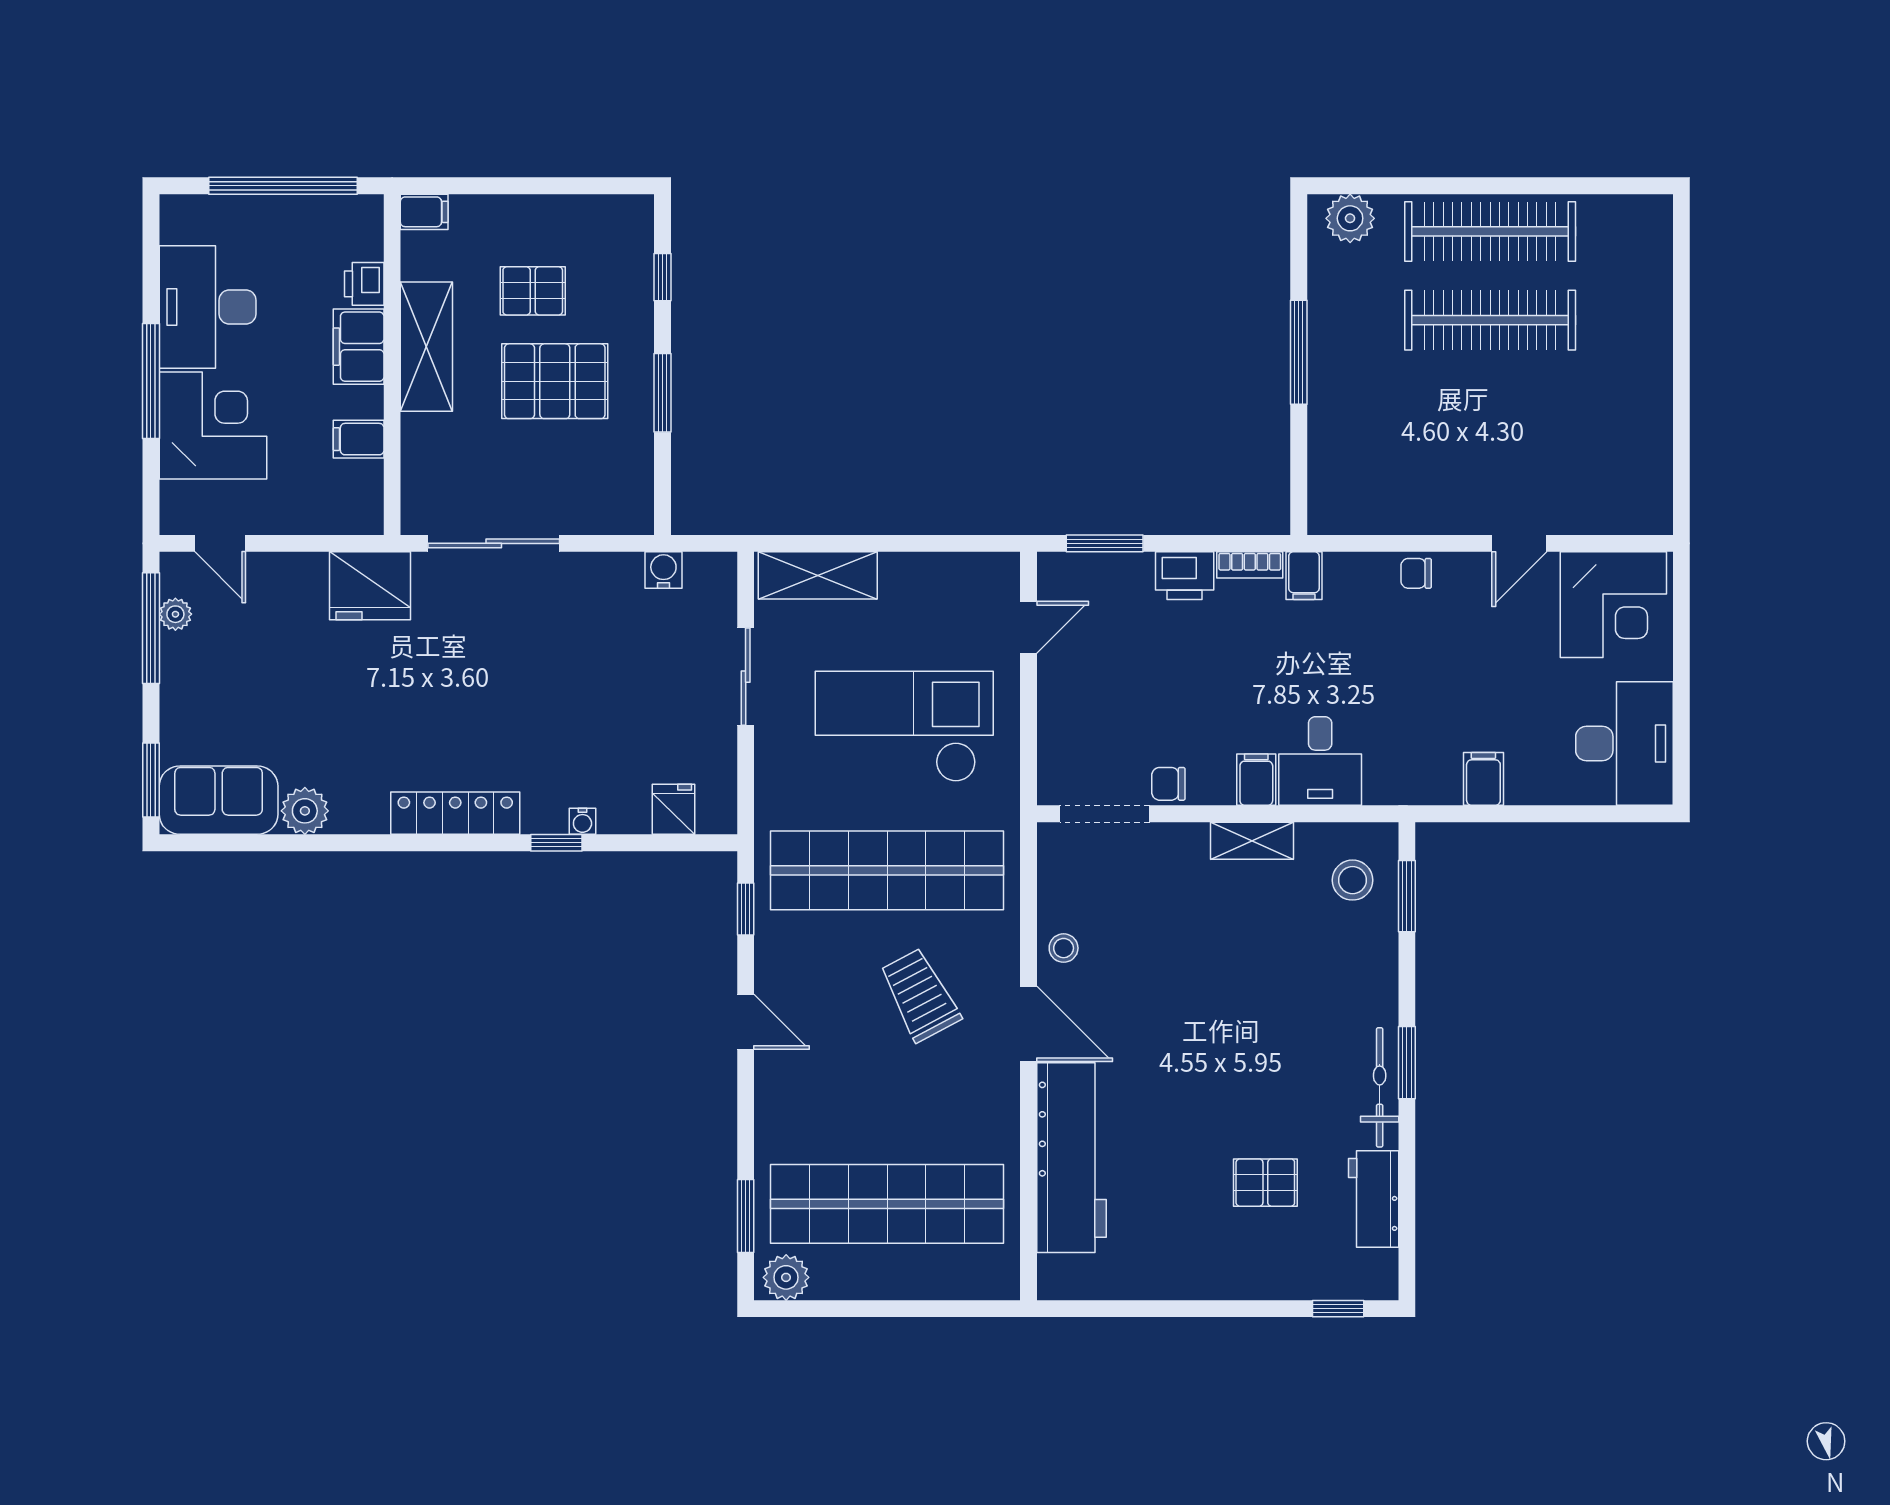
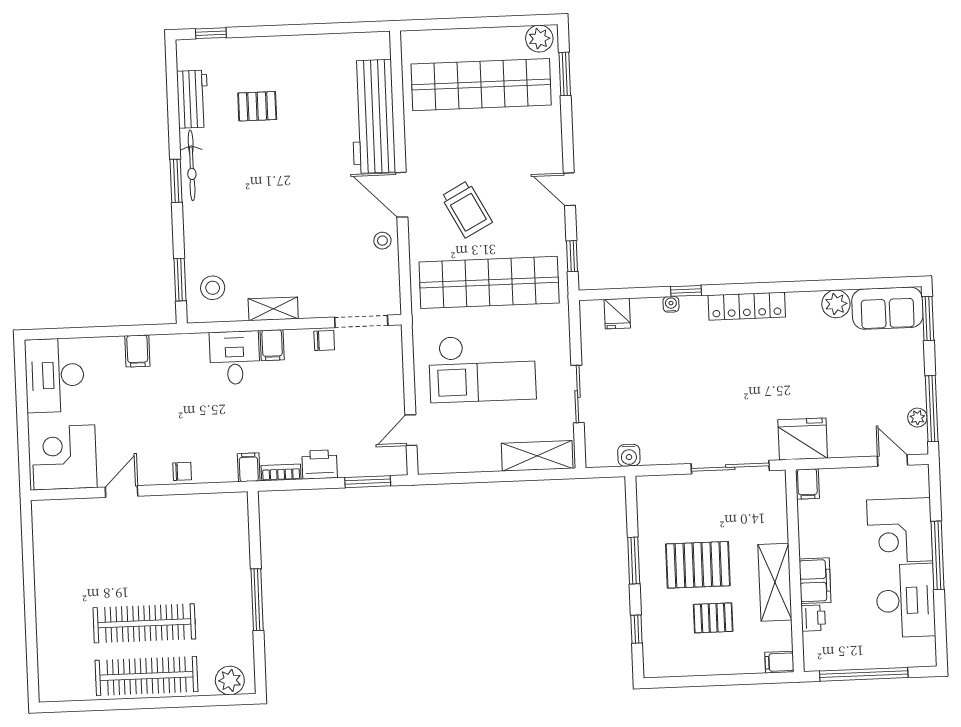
filing cabinet: (359, 439) -> (807, 484), moved, turned 90

